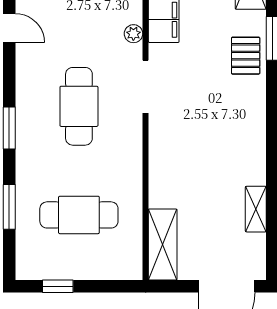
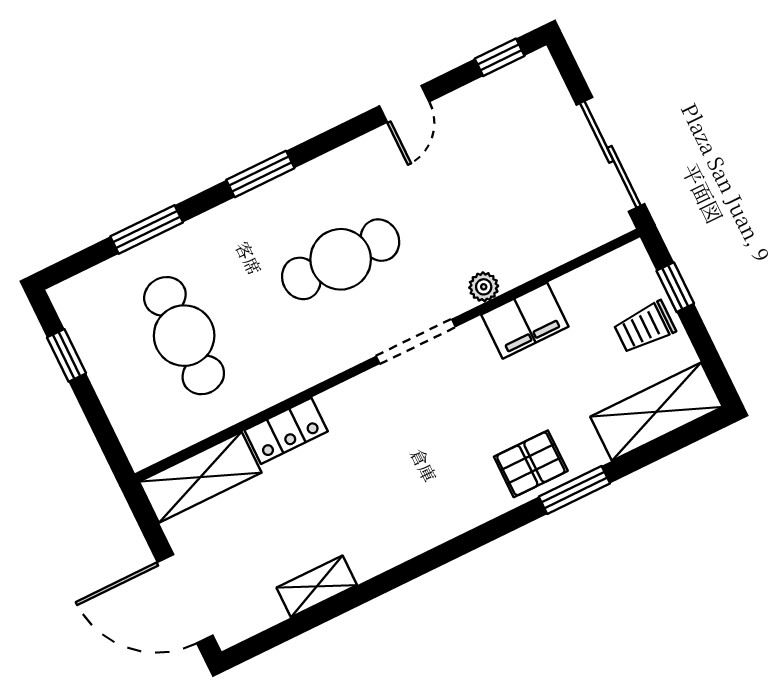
locker: (160, 184) -> (286, 431), added

